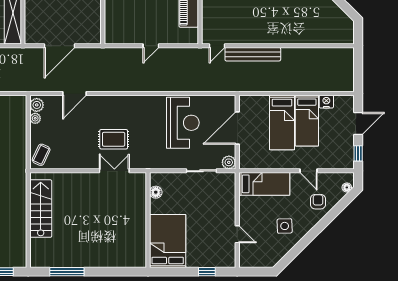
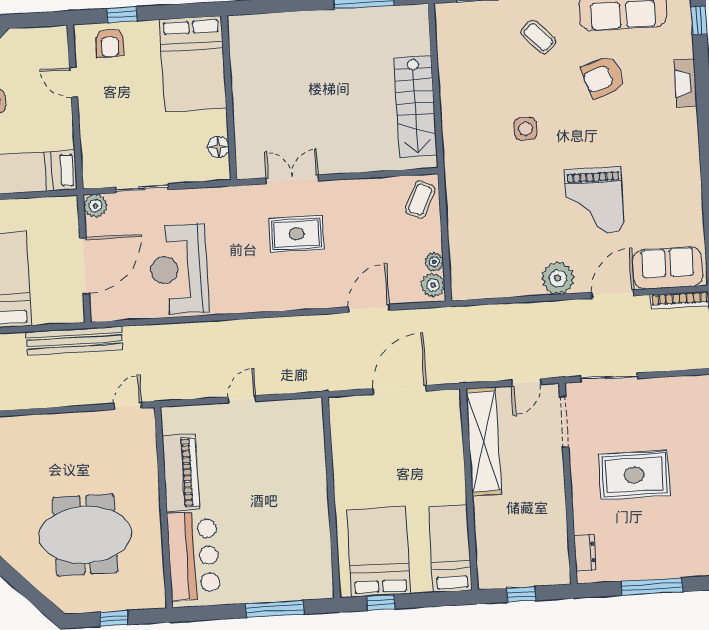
bench: (253, 54) -> (74, 341), moved
double door: (114, 171) -> (292, 179), swing flipped
armchair: (215, 256) -> (110, 43), added

